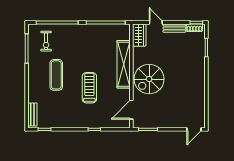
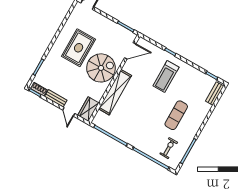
rug: (180, 86) -> (79, 48), added
treadmill: (89, 88) -> (166, 77), moved

